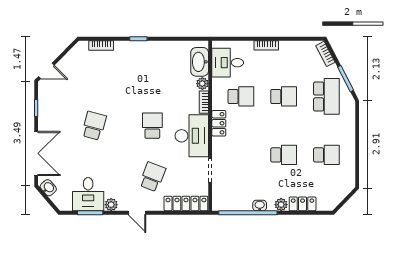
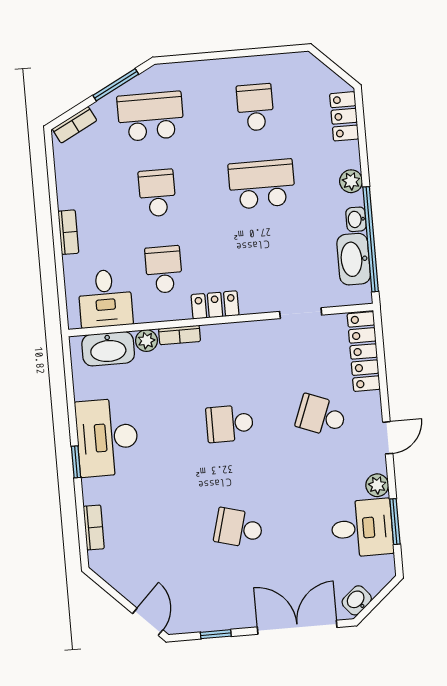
desk: (192, 136) -> (107, 437), moved, turned -90
school desk: (284, 155) -> (262, 184), width x1.85
washbasin: (238, 202) -> (354, 259), added
locker: (303, 204) -> (344, 116), moved

